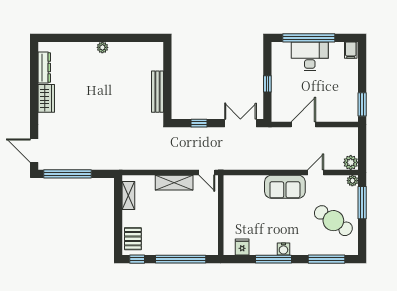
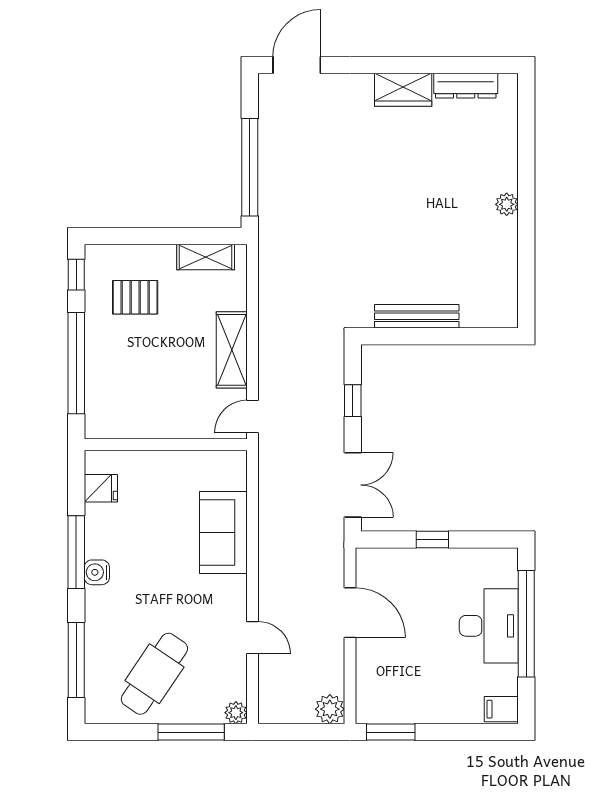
plant: (351, 162) -> (330, 709), moved
window: (67, 174) -> (250, 167), moved
sofa: (285, 187) -> (223, 532), moved
pallet: (133, 239) -> (135, 297), moved

